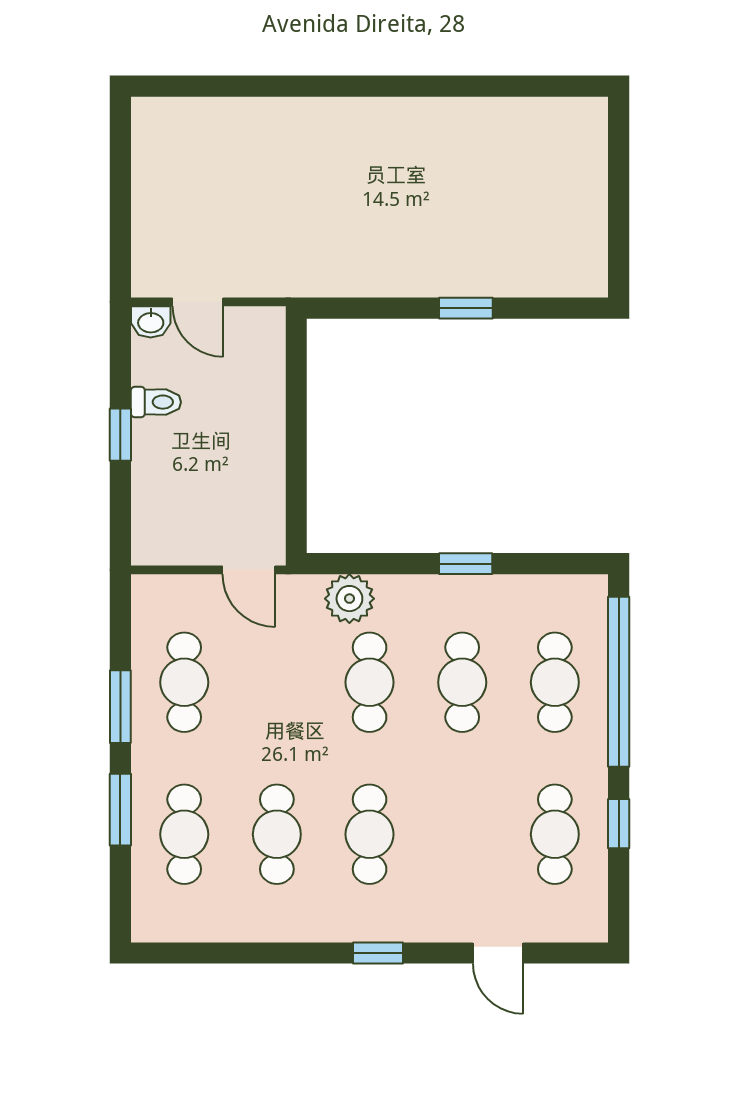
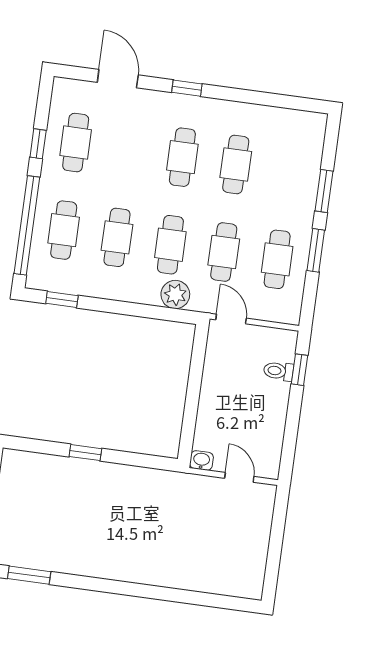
window: (533, 86) -> (29, 575), added
washbasin: (151, 322) -> (201, 460), moved
toilet: (156, 402) -> (278, 371), moved
window: (120, 435) -> (299, 370), moved
window: (466, 564) -> (62, 300), moved
cafe table: (184, 834) -> (224, 252), moved
door: (498, 953) -> (118, 79), width x1.38

